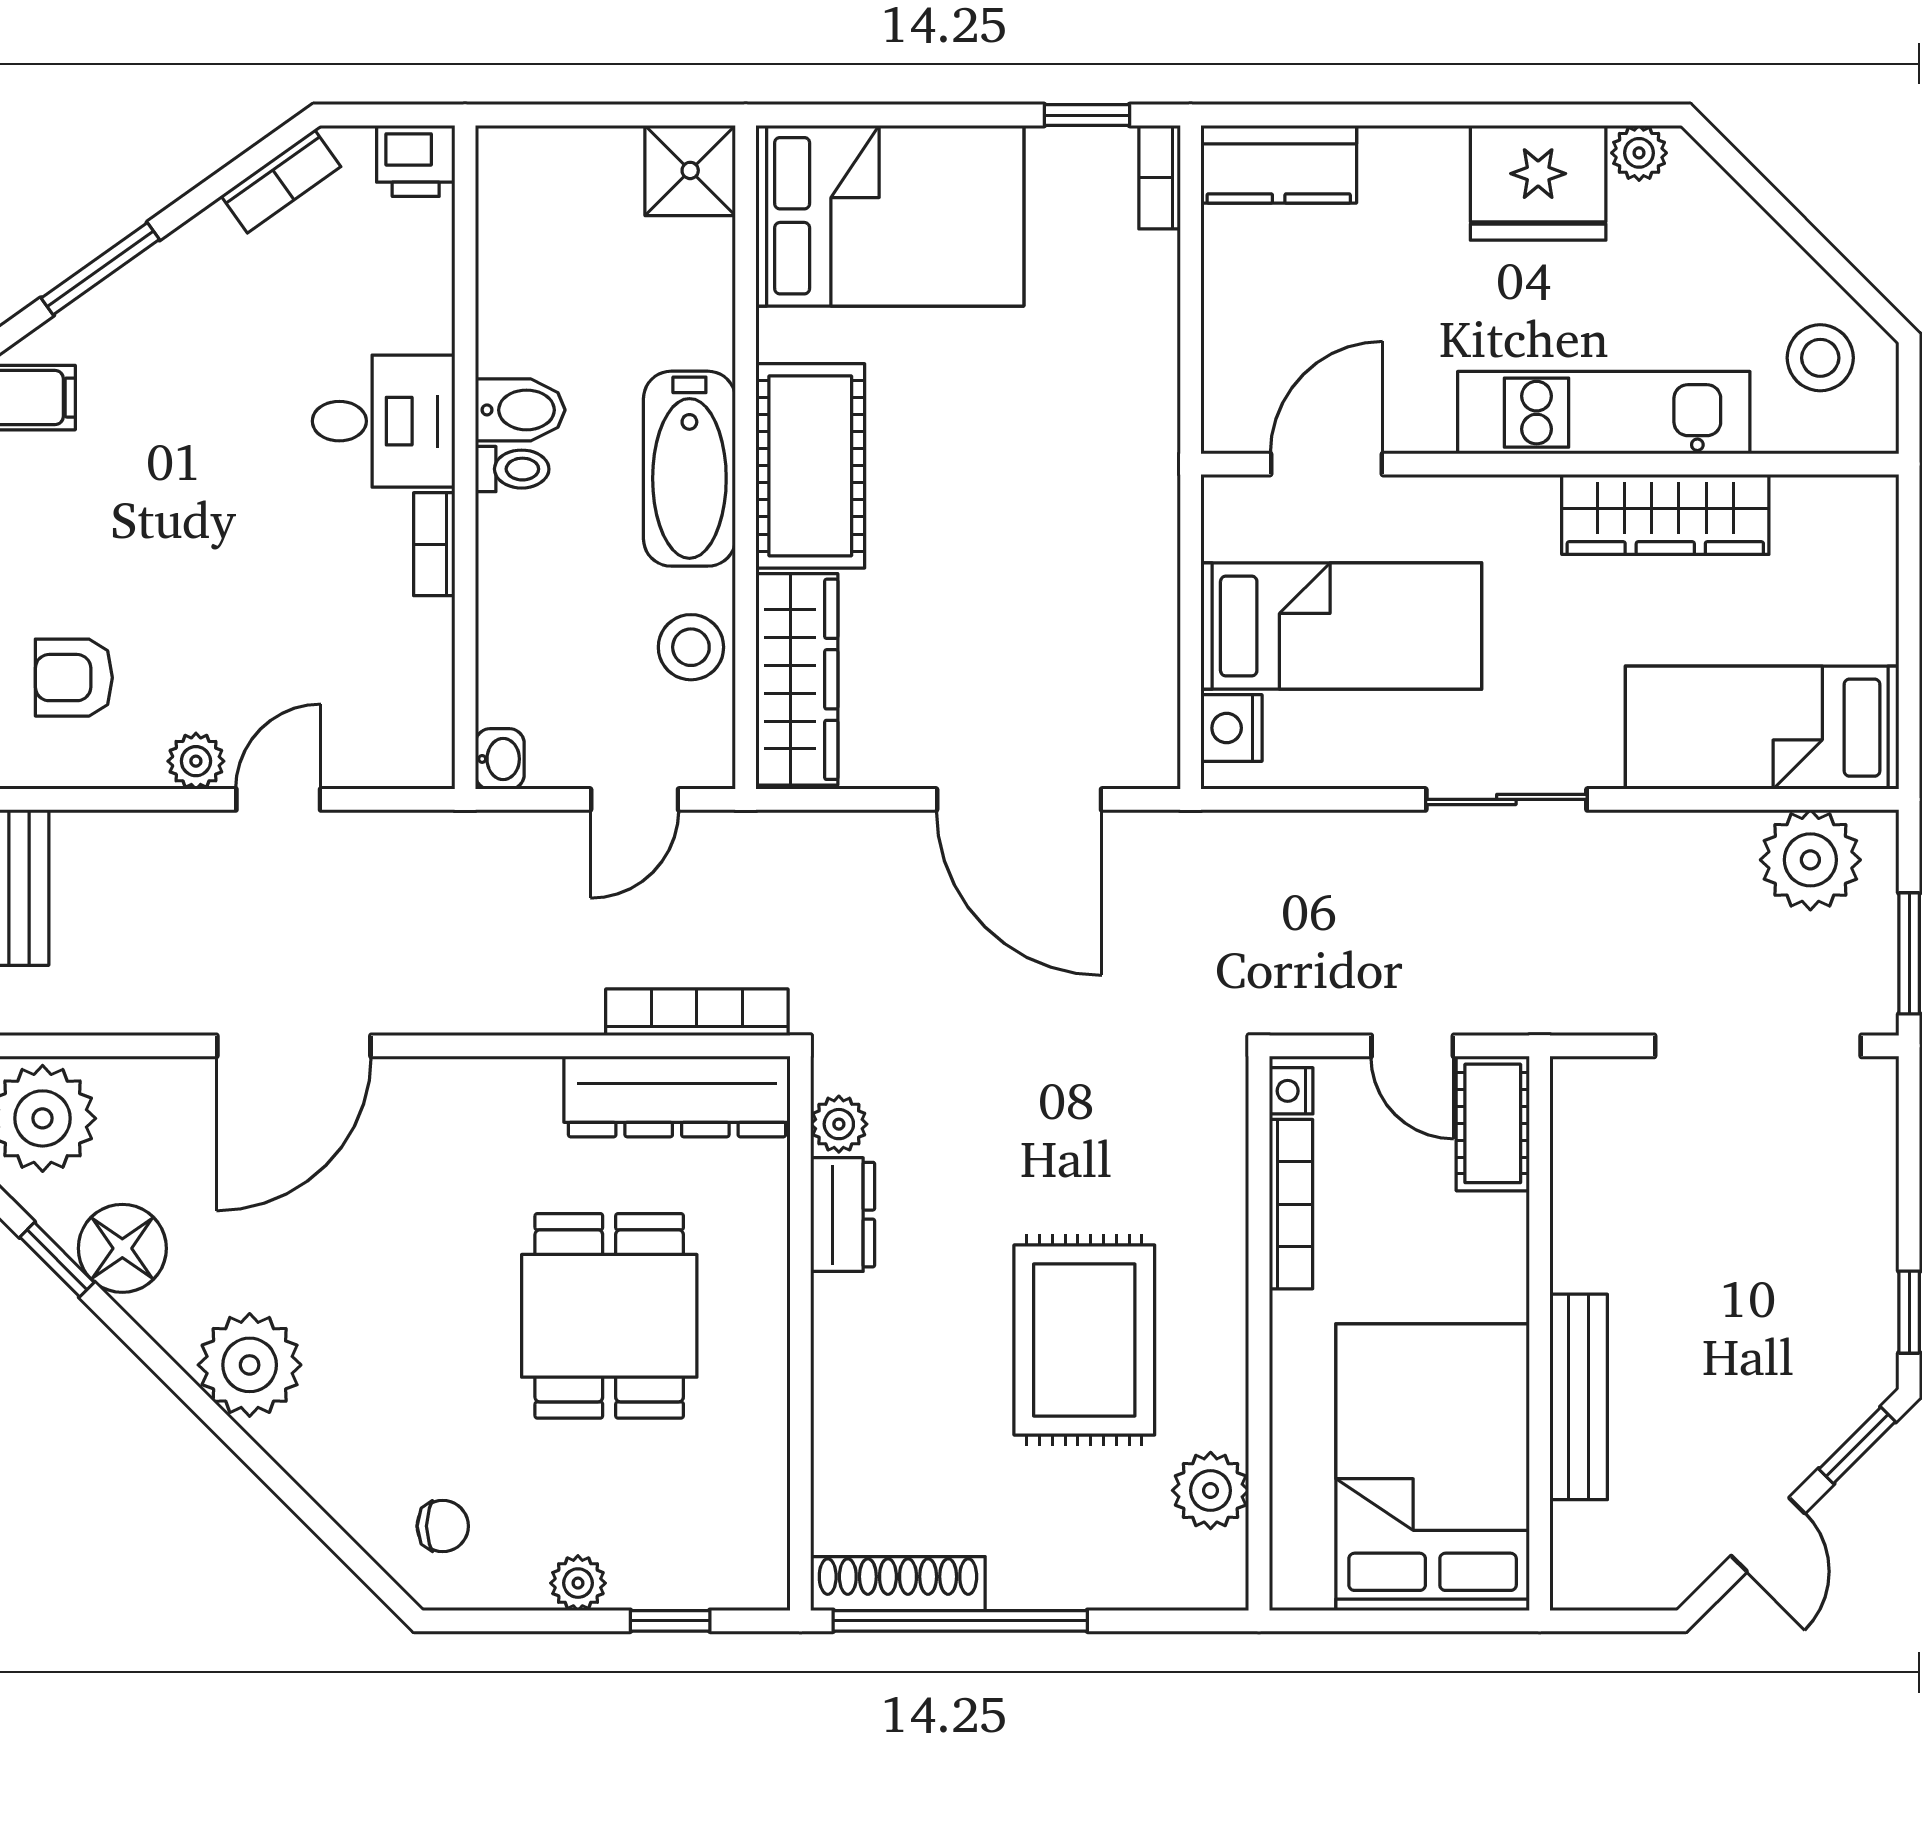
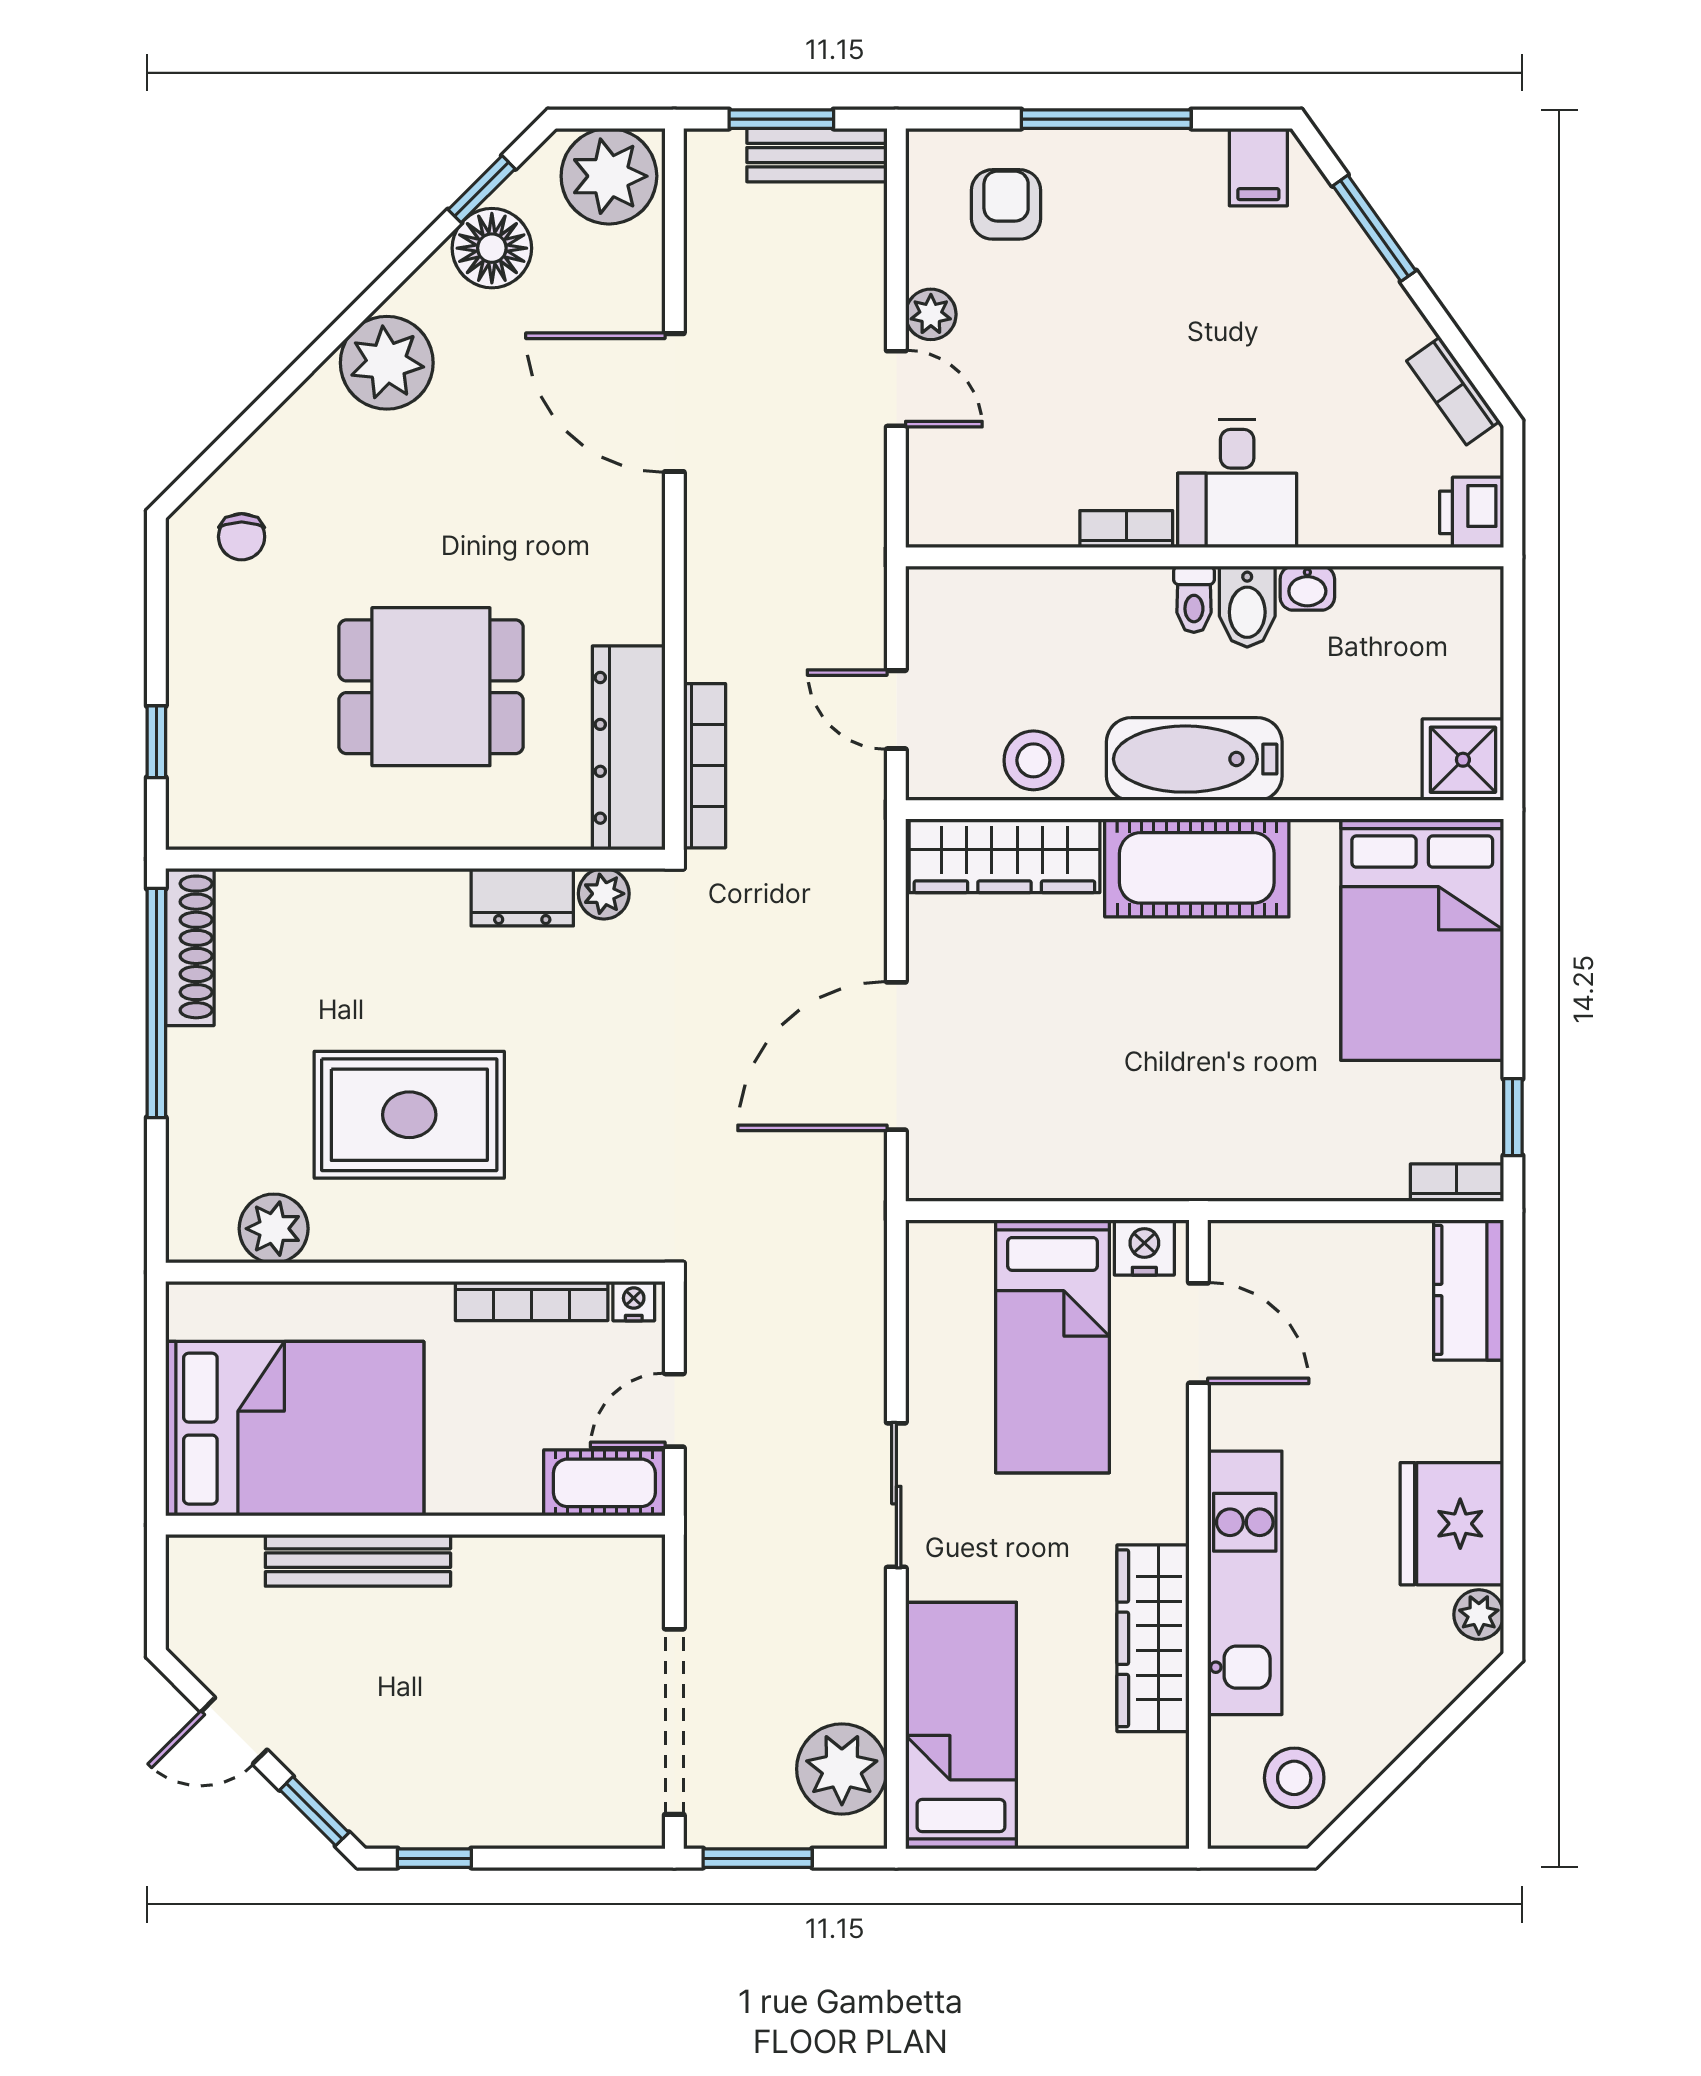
nightstand: (1231, 728) -> (1144, 1247), moved
washbasin: (500, 759) -> (1307, 588), moved
plant: (578, 1583) -> (190, 659), removed

